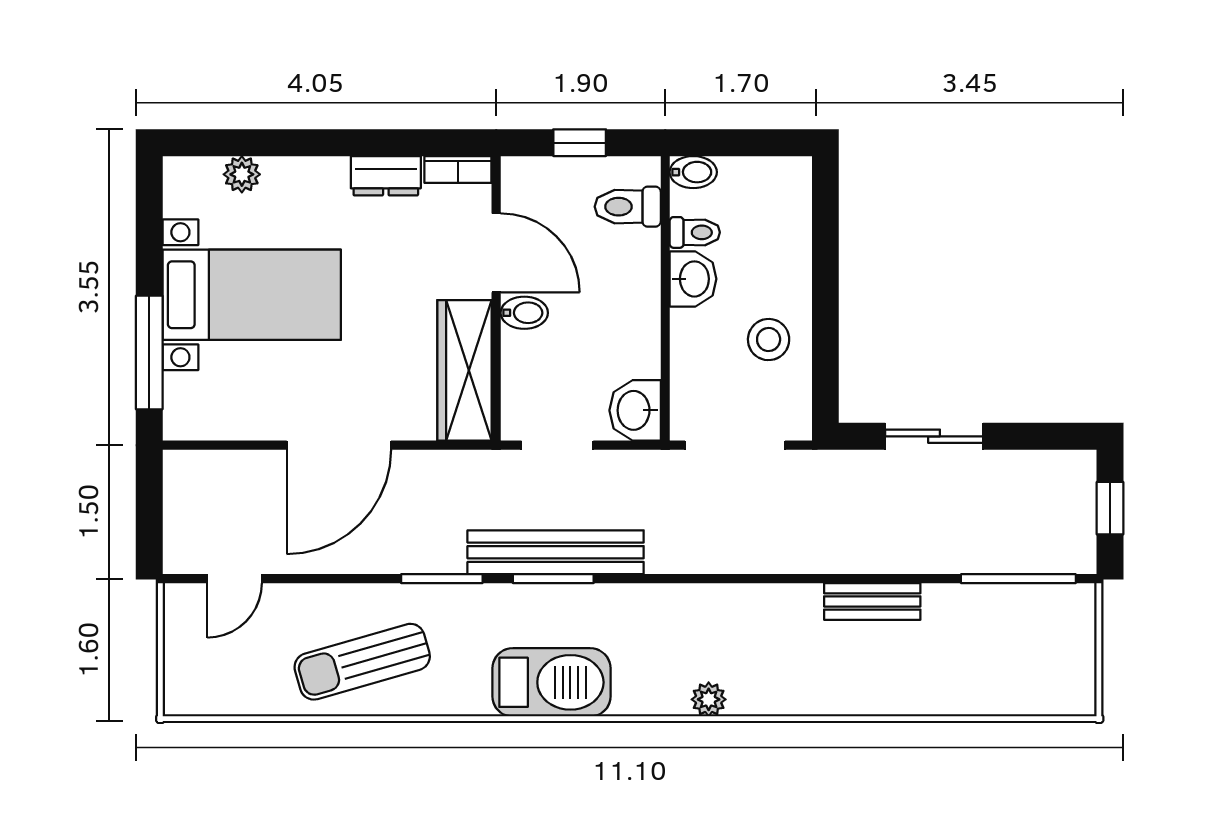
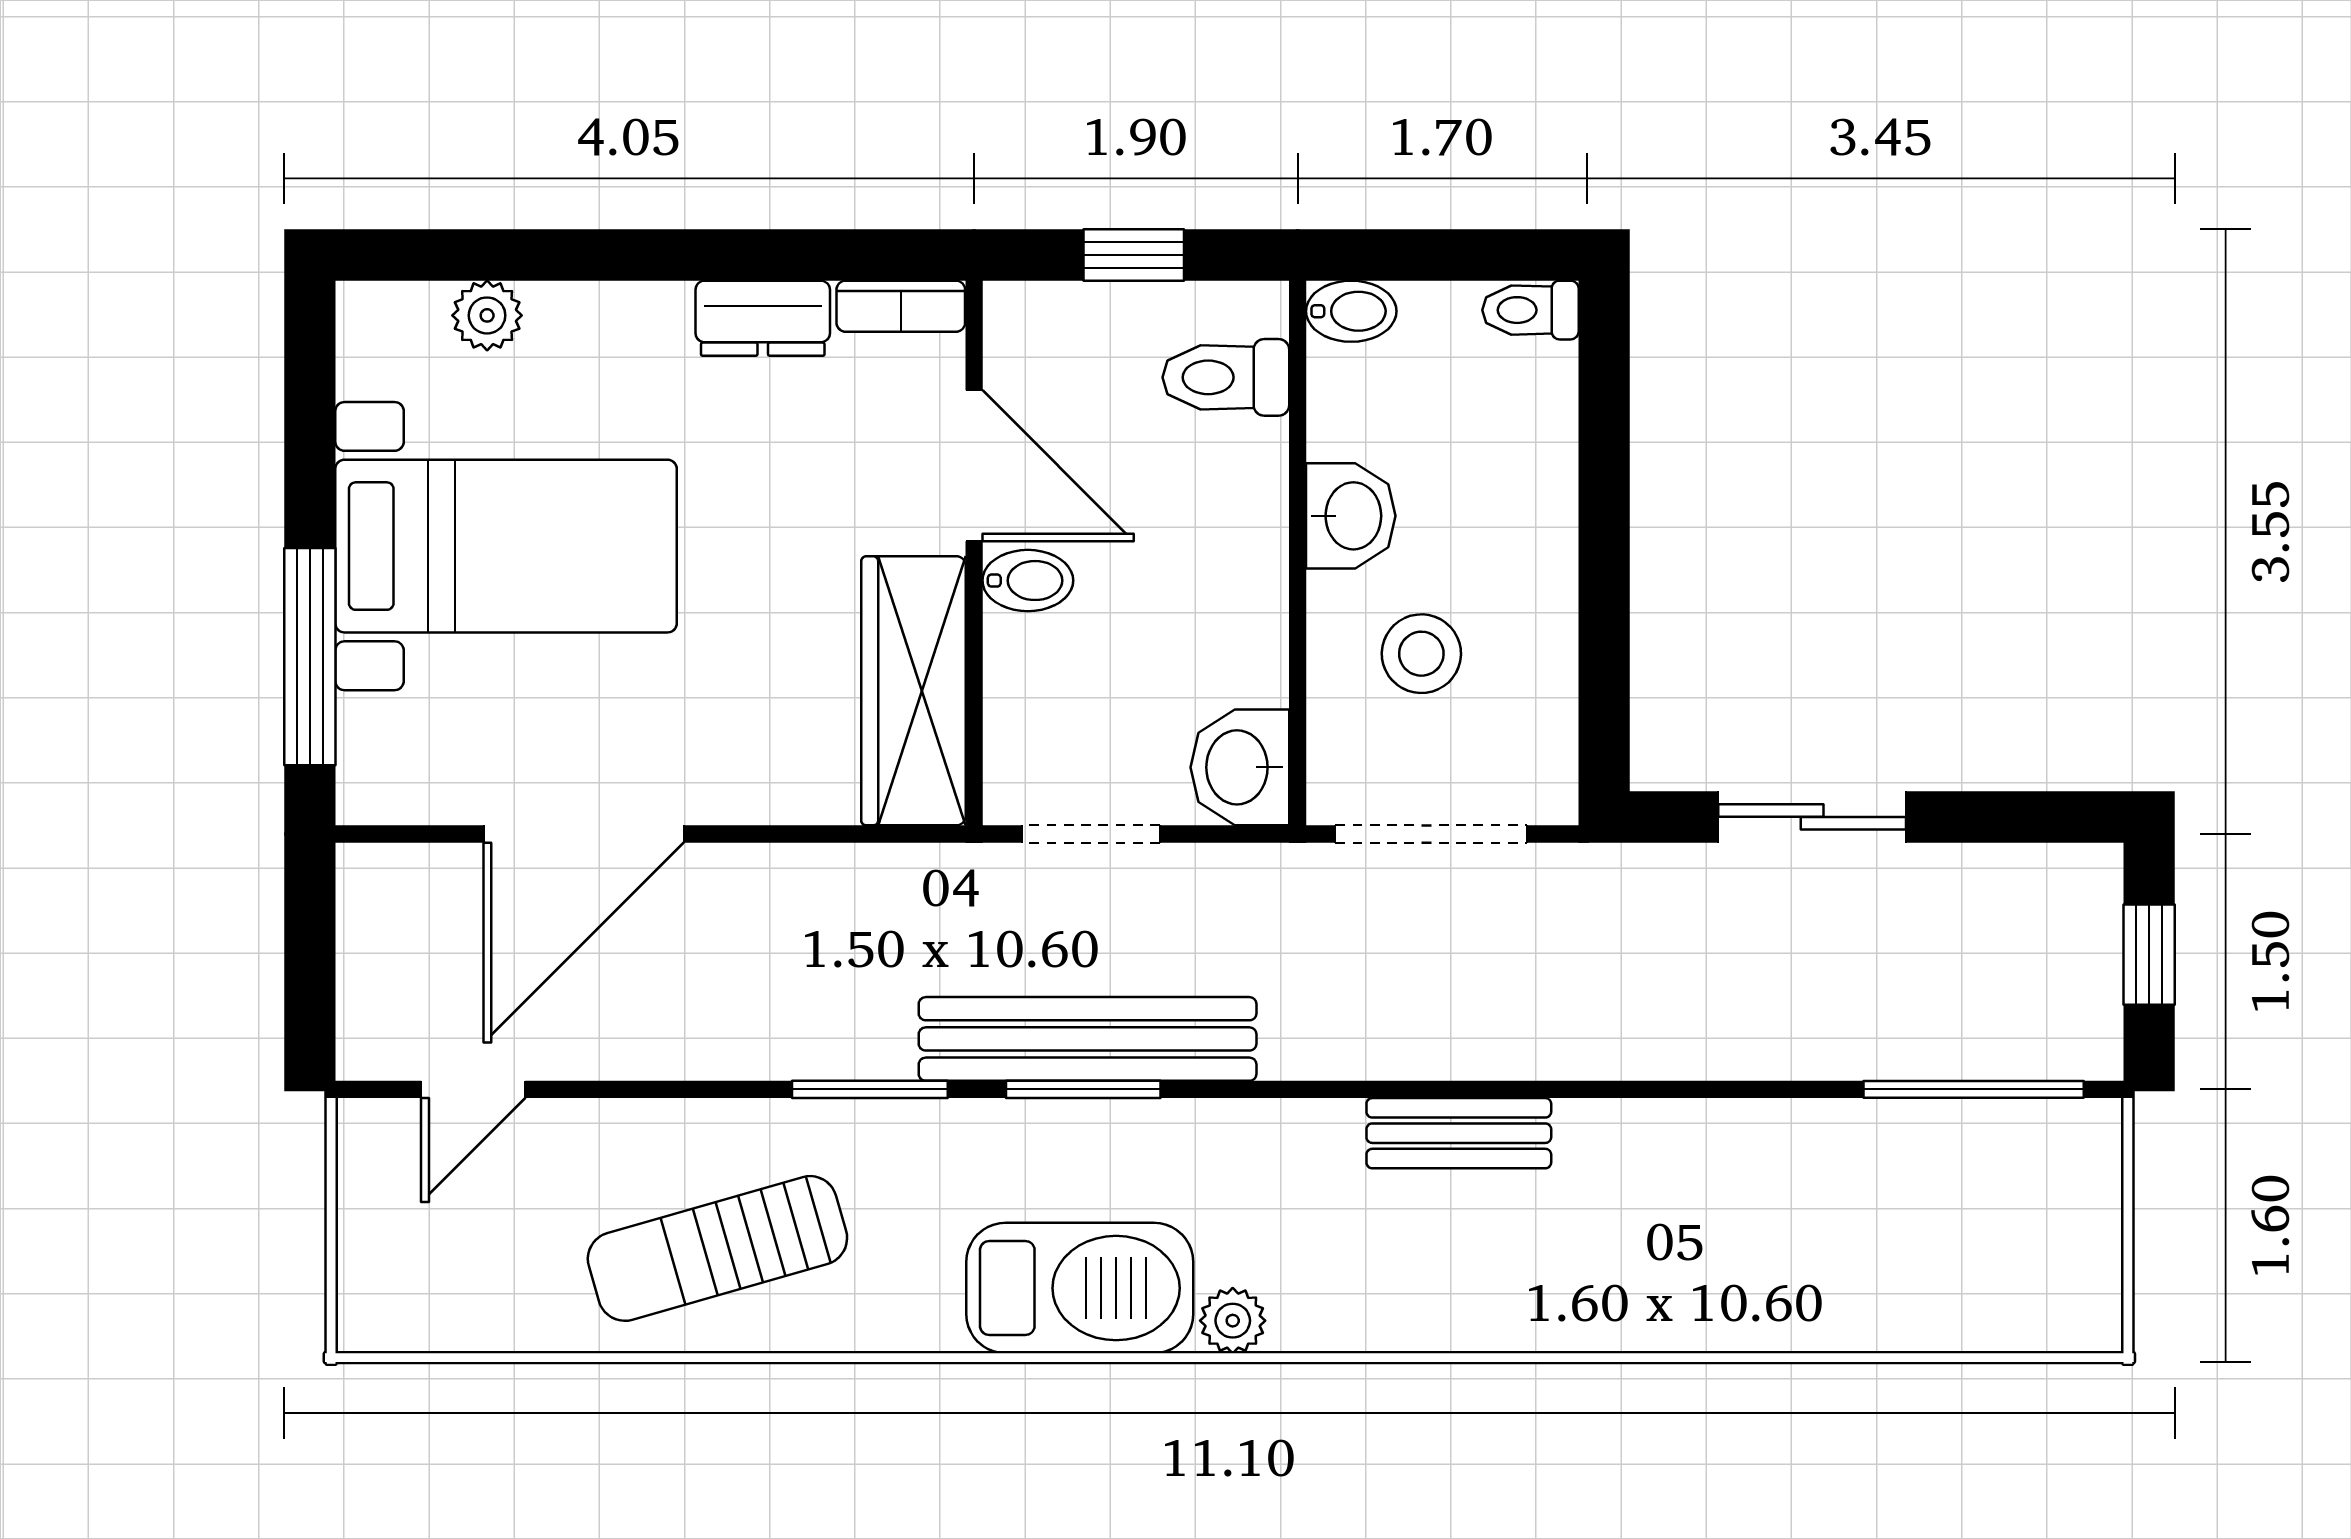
toilet: (695, 232) -> (1531, 310), moved, turned 180
stool: (769, 340) -> (1421, 654), moved
door: (339, 445) -> (584, 834), moved
bench: (872, 601) -> (1459, 1133), moved
plant: (709, 699) -> (1233, 1321), moved

